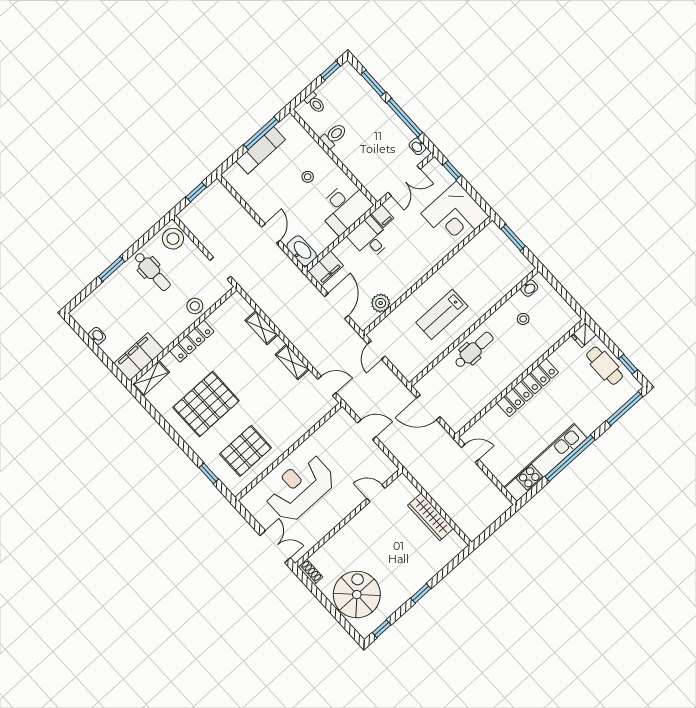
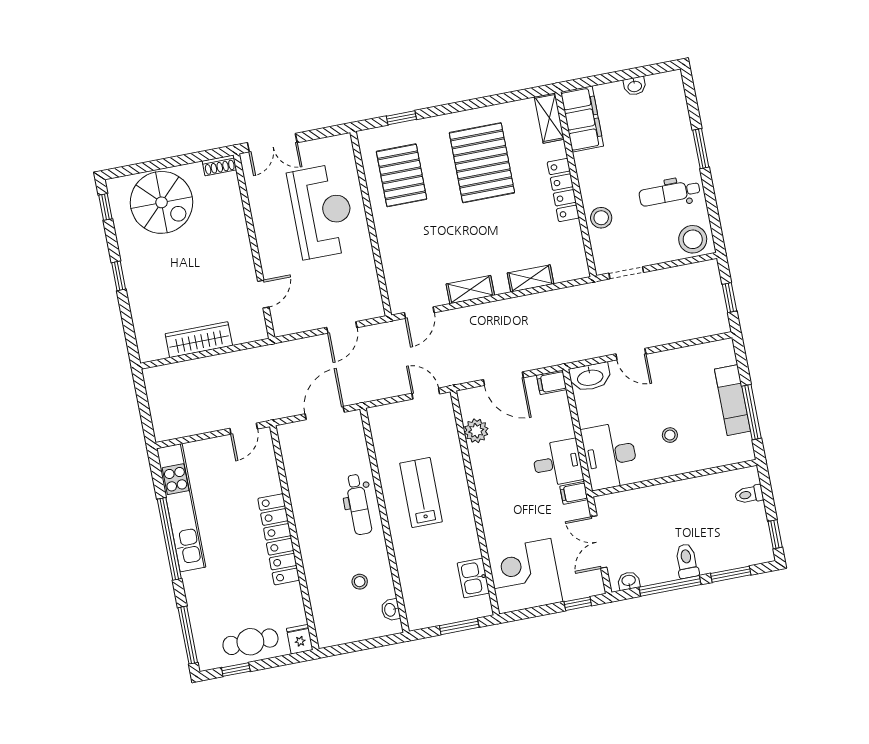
toilet: (334, 136) -> (687, 561), moved, turned 180
kitchen sink: (476, 247) -> (473, 578), added
filing cabinet: (326, 268) -> (552, 382), width x0.50

